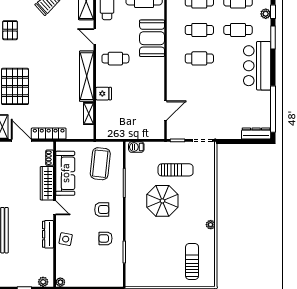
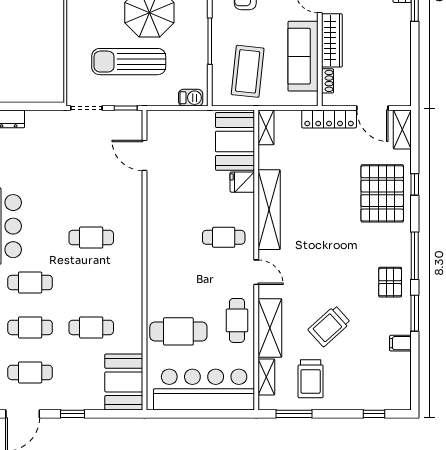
cafe table: (199, 30) -> (91, 282), removed
booth: (152, 38) -> (235, 141), moved
door: (166, 110) -> (144, 155), hinge flipped
shelving: (89, 113) -> (266, 127), moved
sun lounger: (176, 170) -> (129, 62), width x1.36, depth x1.34

